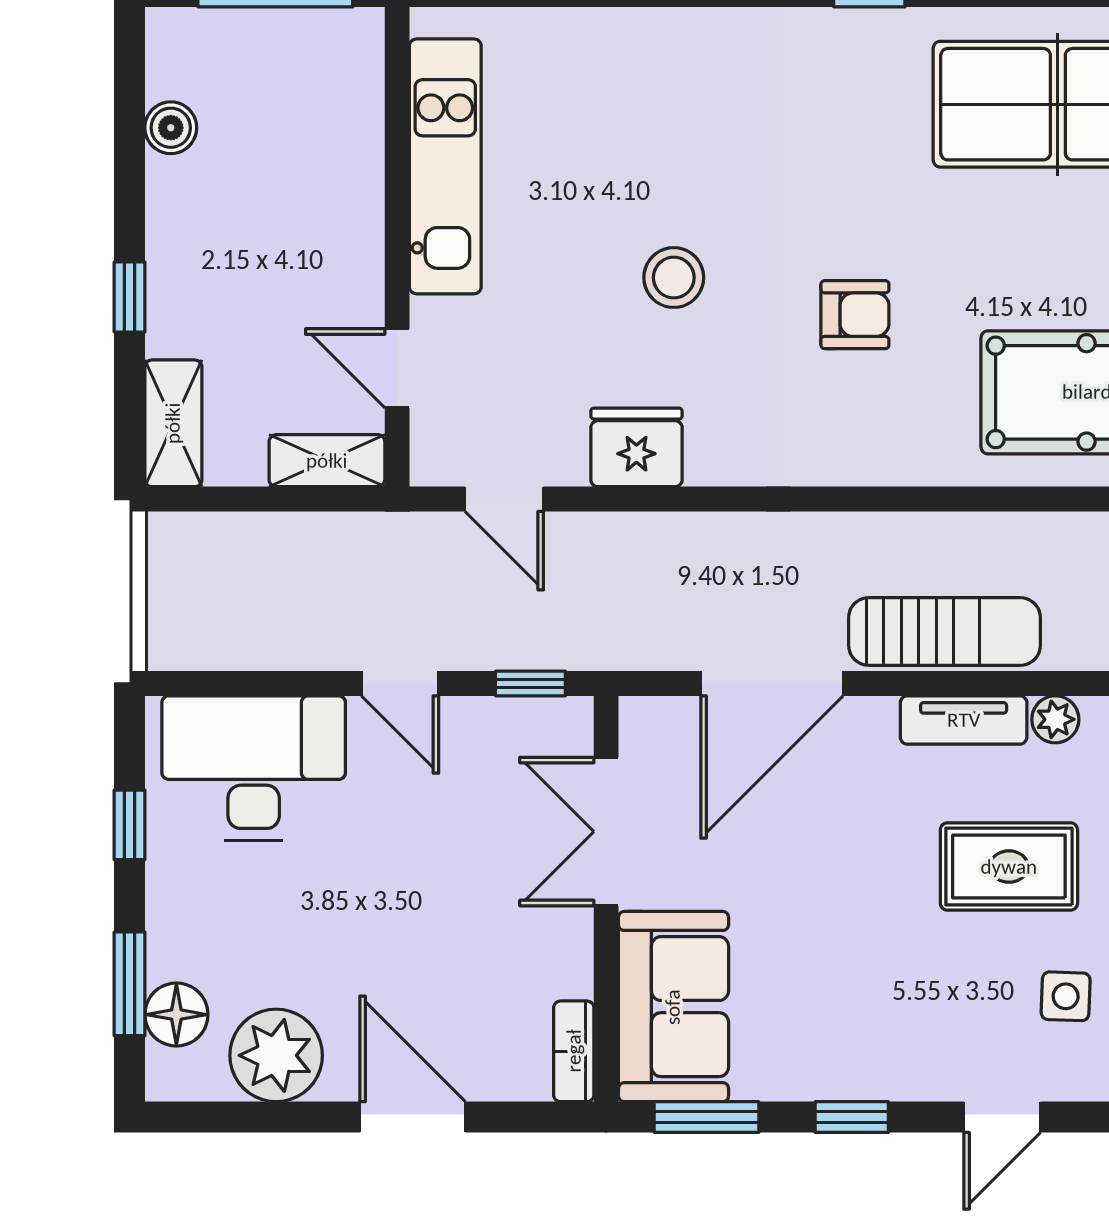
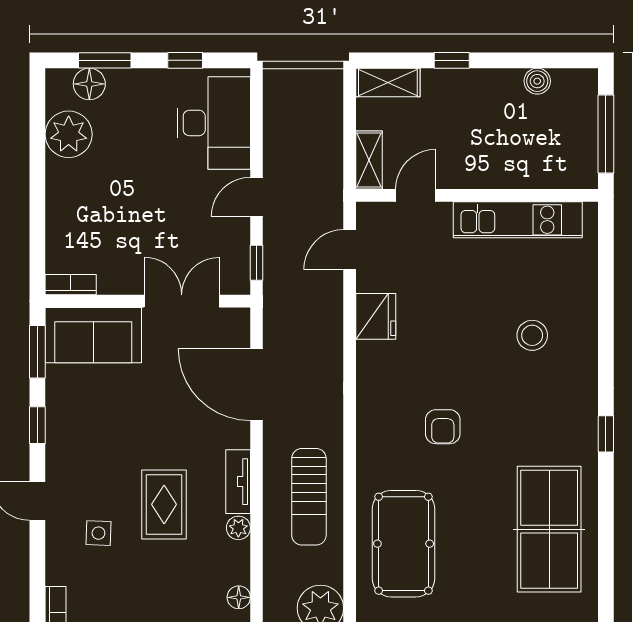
stool: (674, 278) -> (532, 335), moved
sun lounger: (944, 631) -> (309, 497), moved
door: (413, 1117) -> (37, 203), removed

